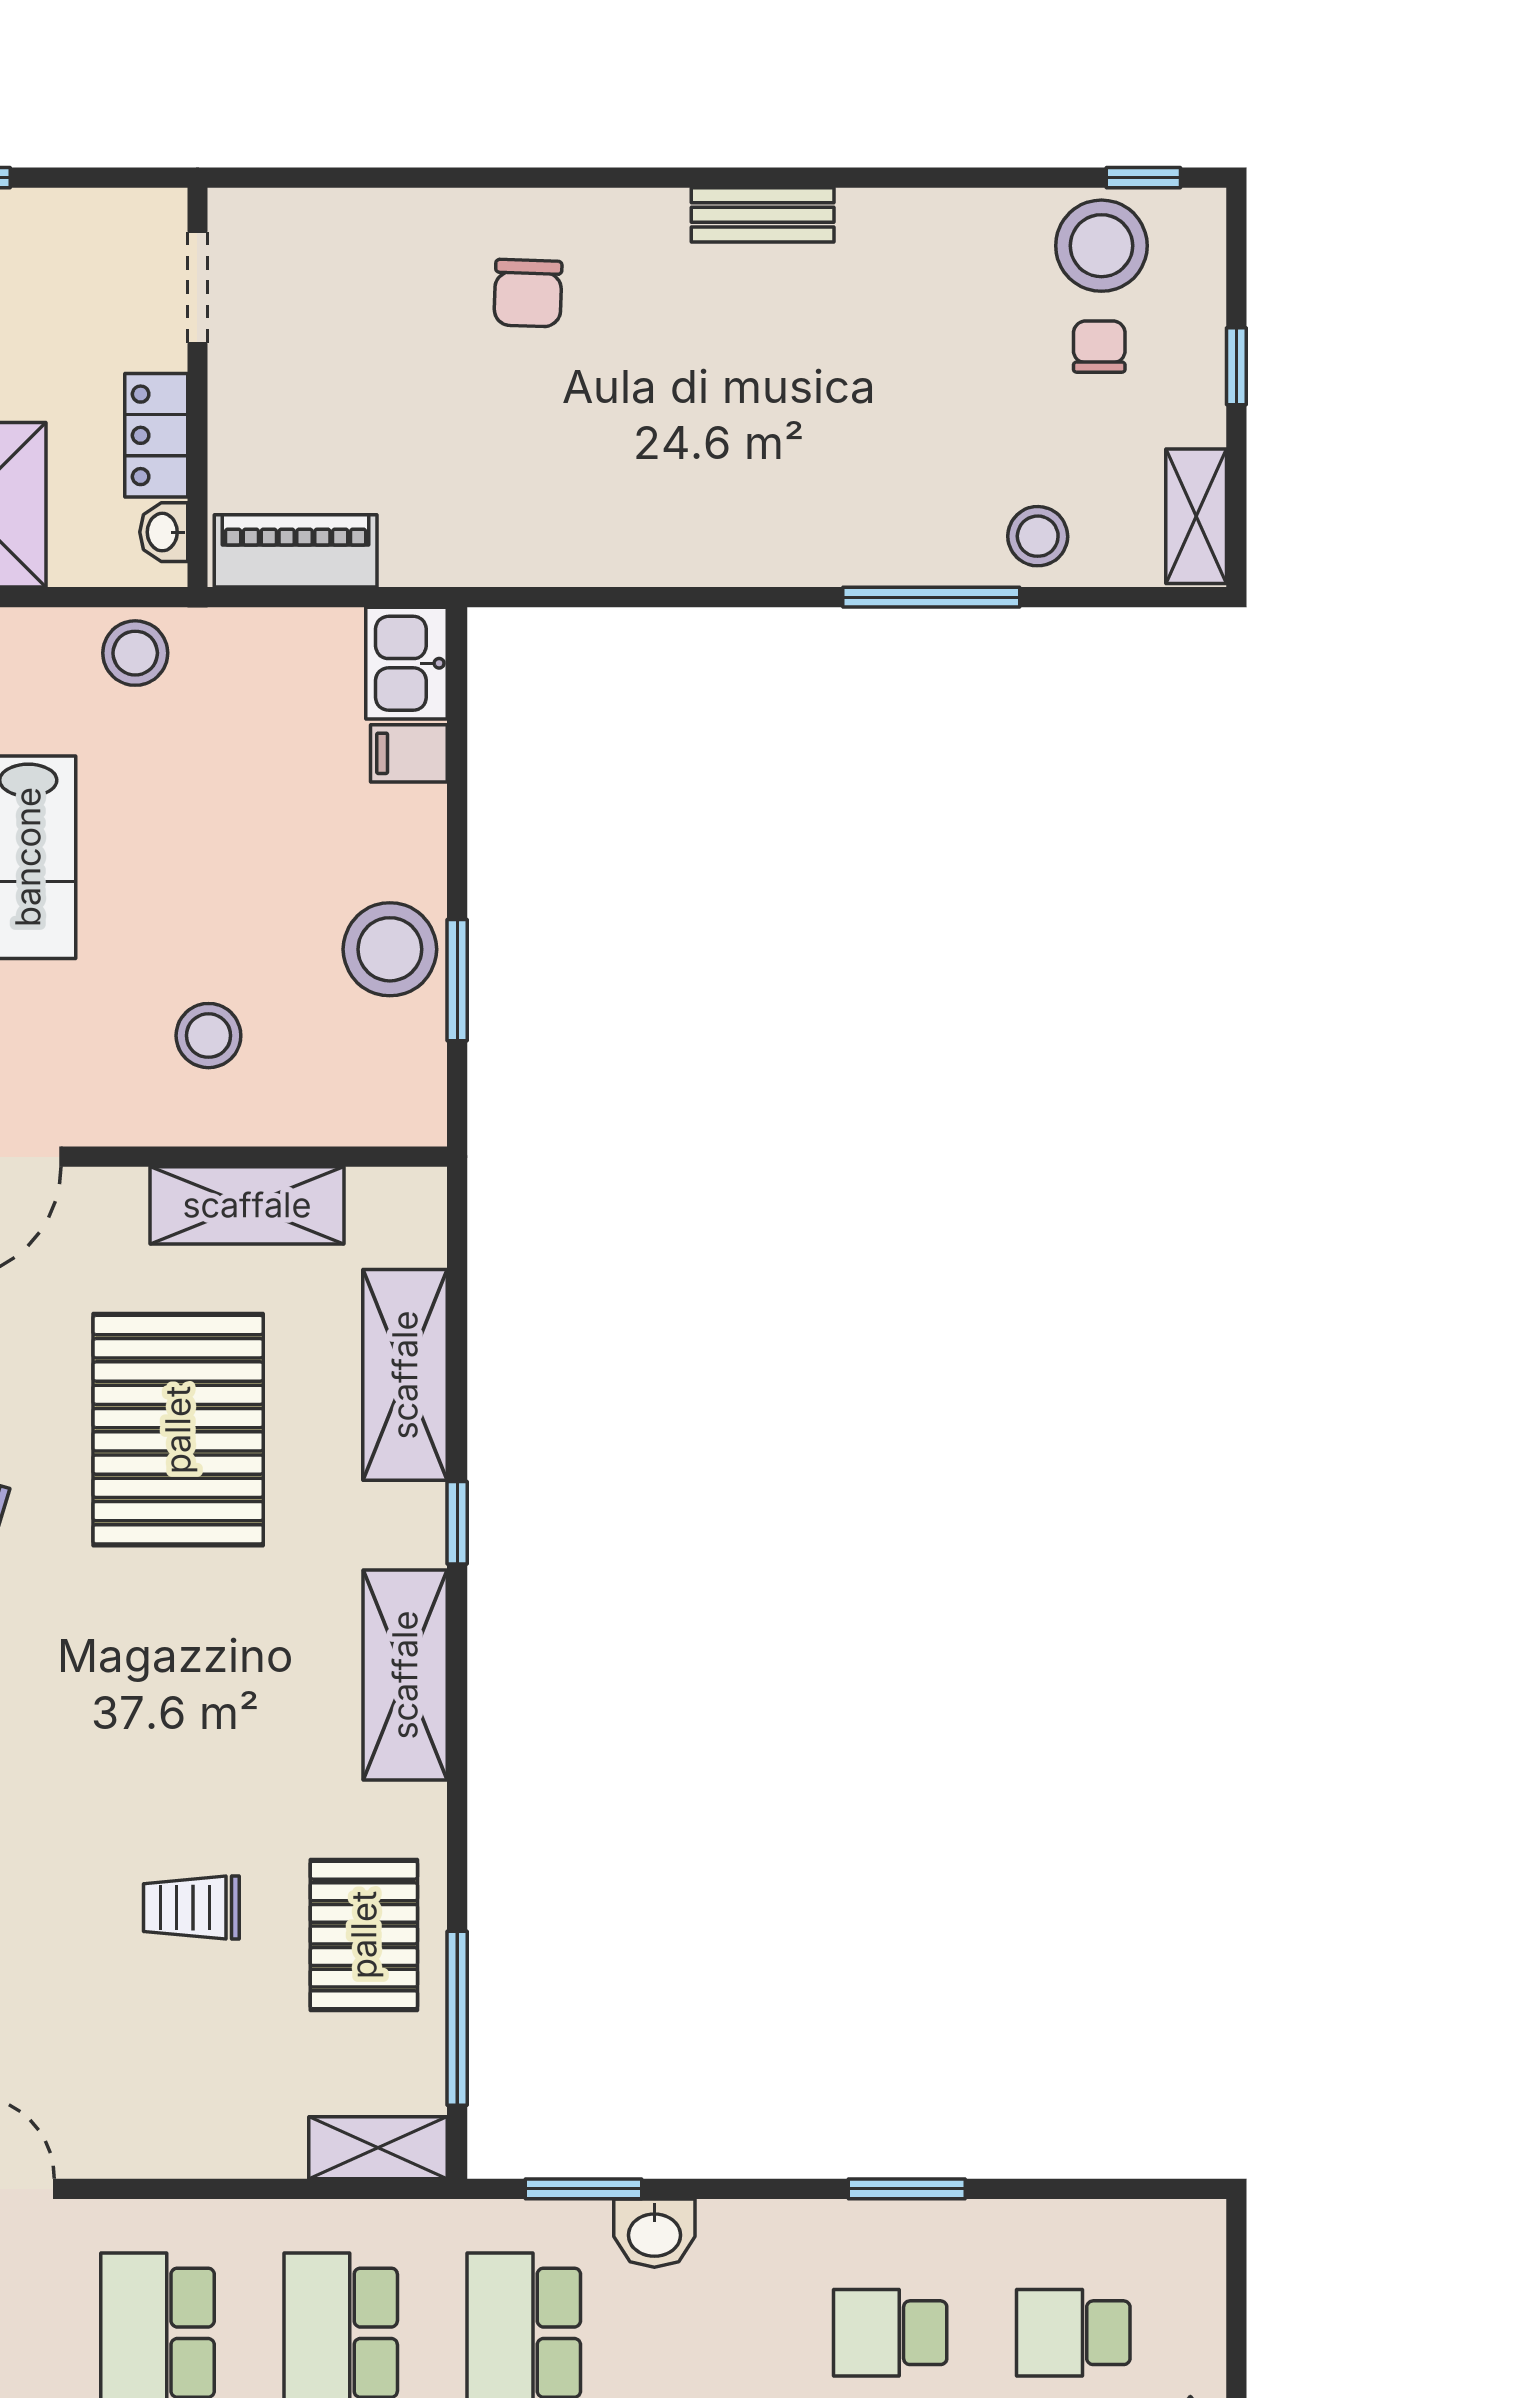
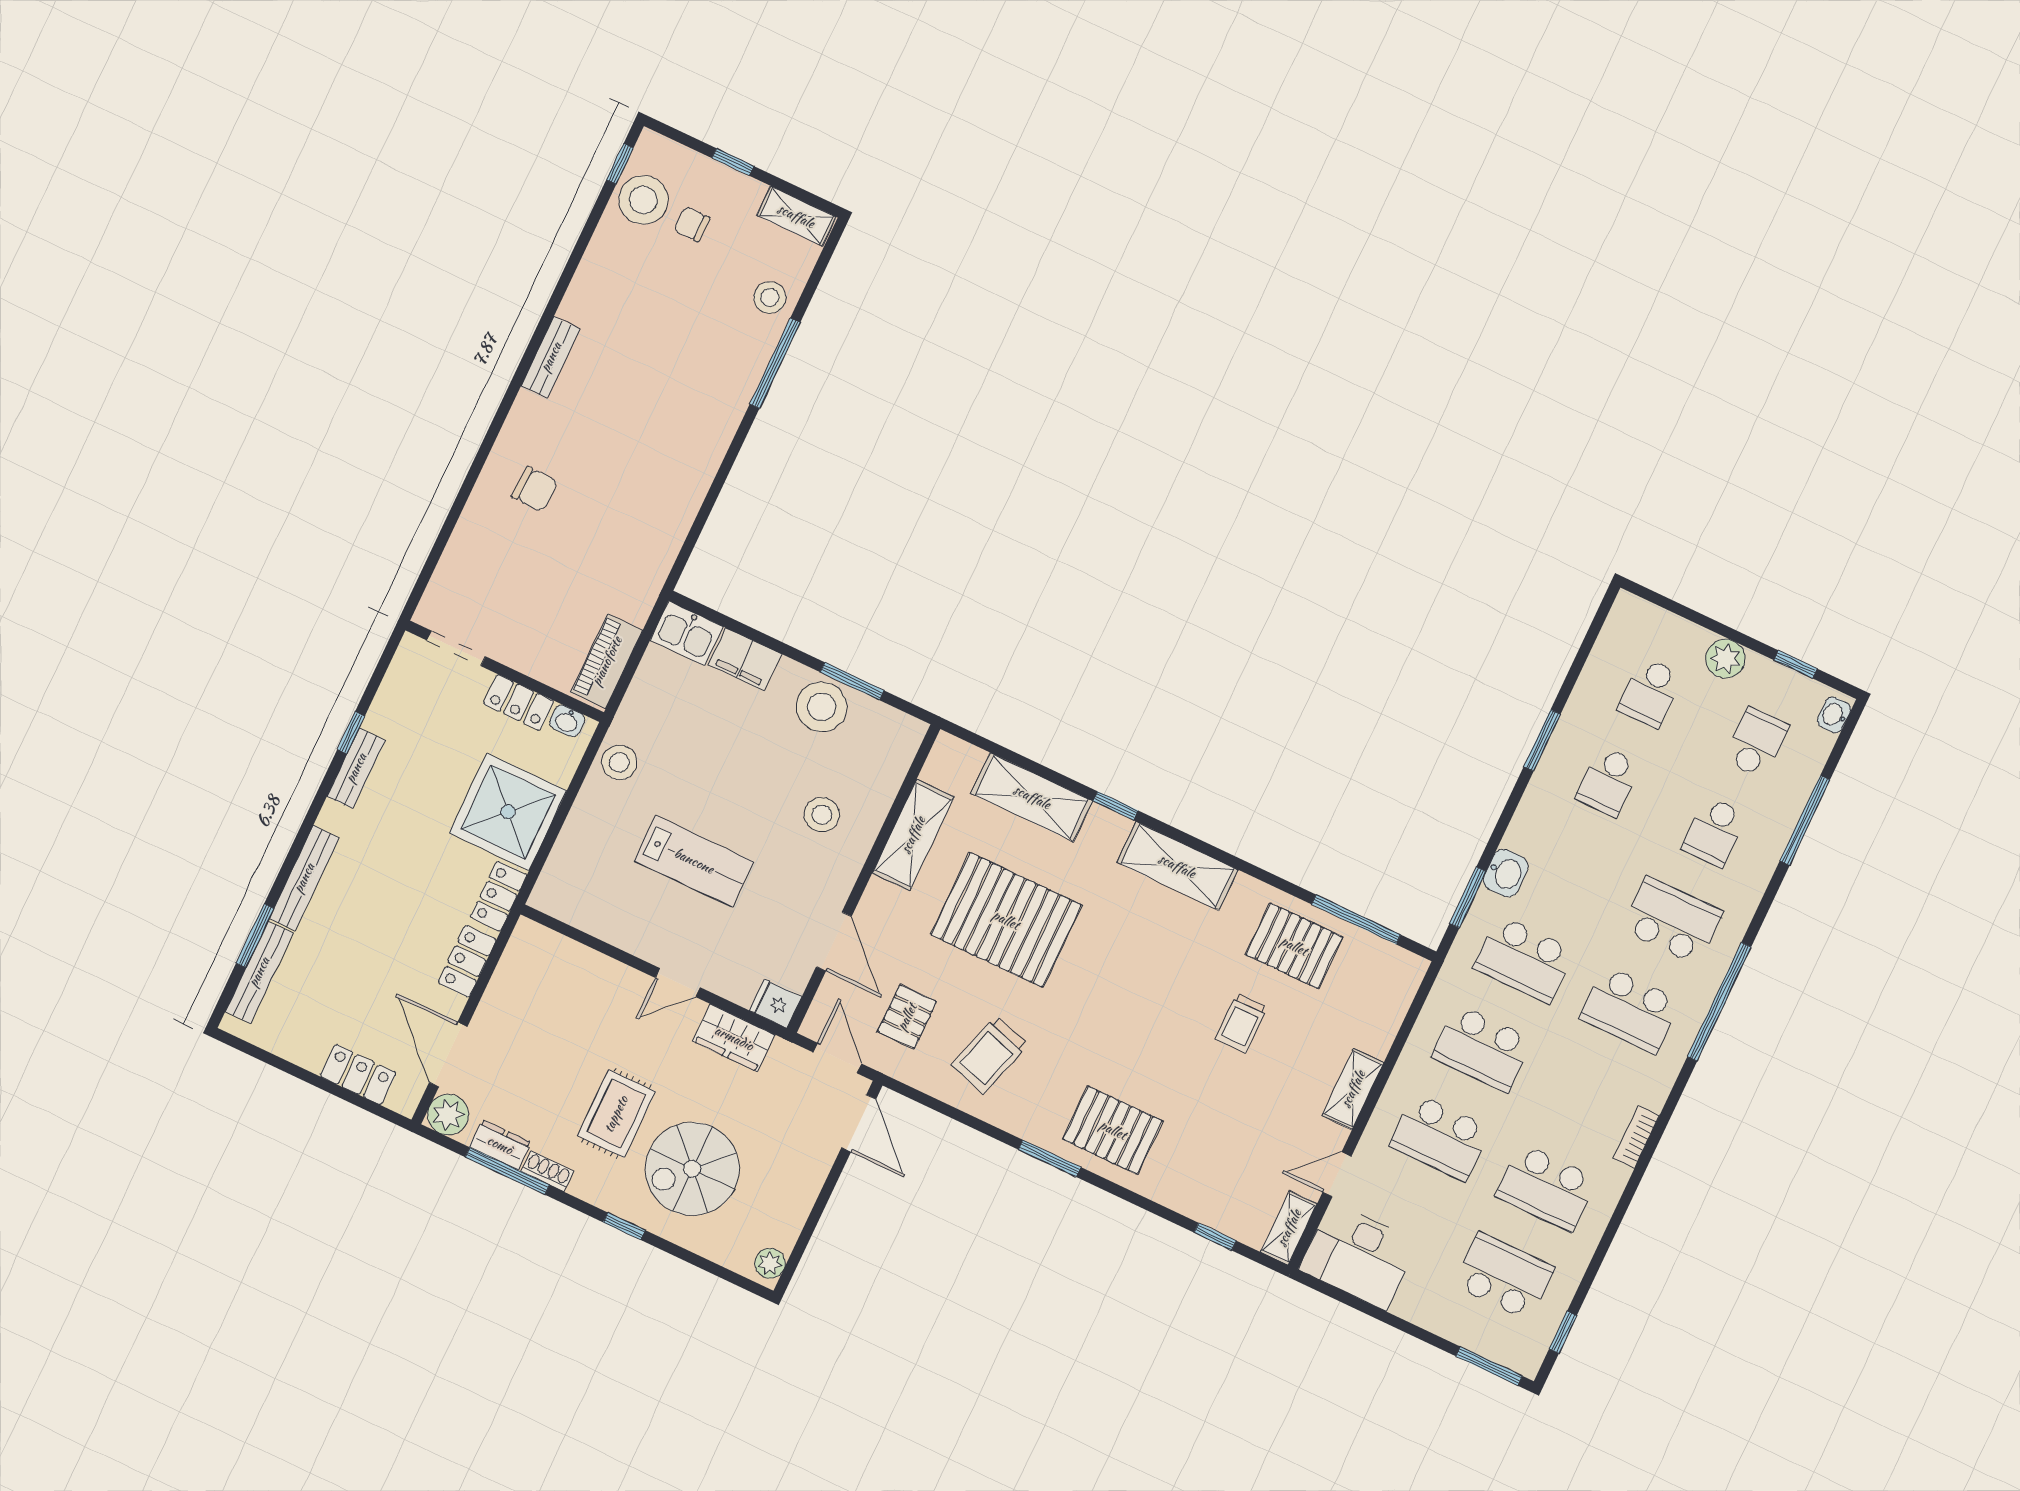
filing cabinet: (409, 753) -> (745, 659), width x2.00
shelving: (378, 2148) -> (1353, 1089), moved

